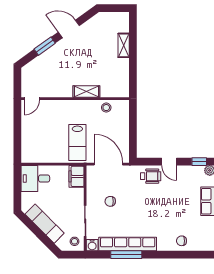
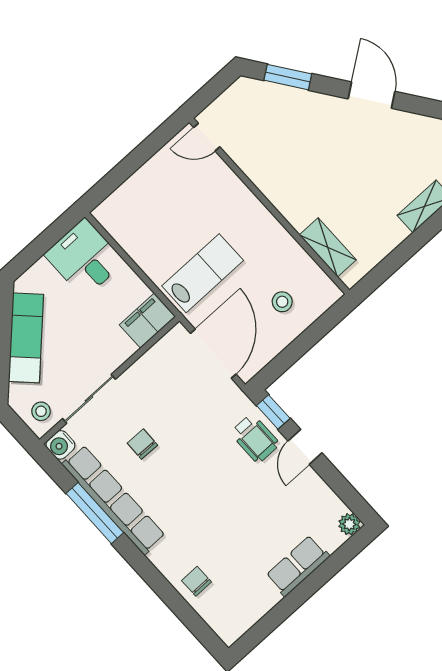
window: (45, 46) -> (288, 77), moved
shelving: (86, 91) -> (328, 247), moved
stool: (106, 108) -> (282, 302), moved
lab bench: (77, 143) -> (203, 273), turned 180
window: (199, 162) -> (273, 412), moved
chair: (110, 201) -> (142, 444), moved

